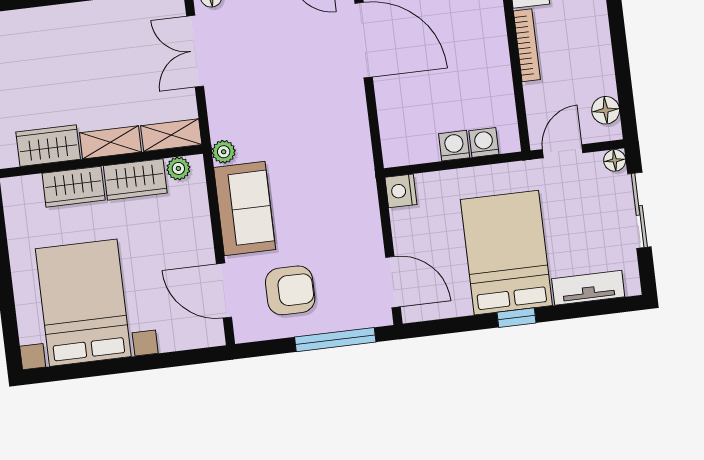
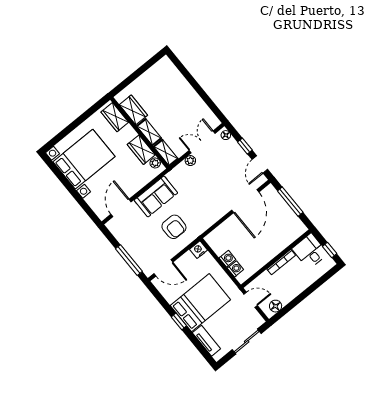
plant: (224, 152) -> (190, 161), moved
floor lamp: (615, 160) -> (259, 321), removed
wardrobe: (74, 187) -> (115, 117), moved
door: (393, 282) -> (163, 268), hinge flipped
armchair: (290, 290) -> (174, 227), moved

